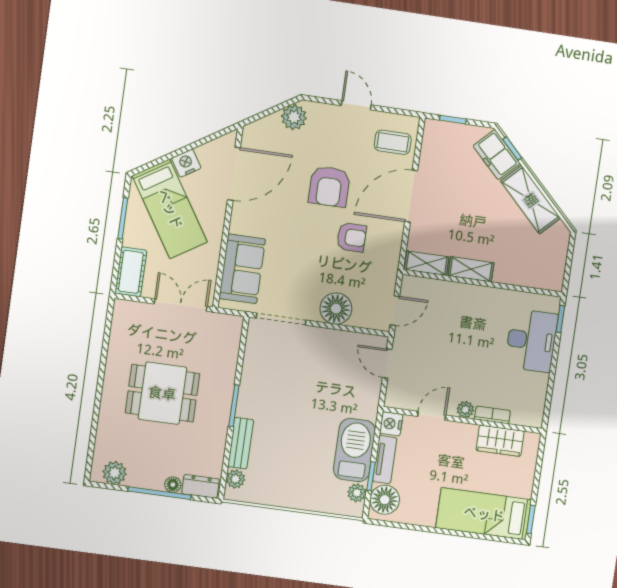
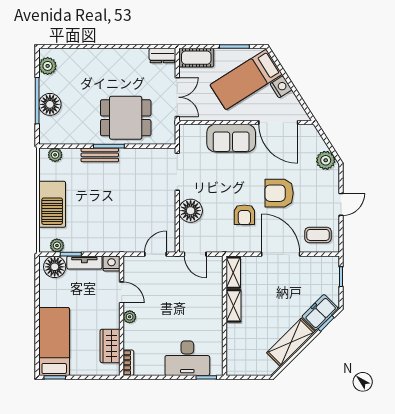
coffee table: (393, 142) -> (318, 235), turned 90
sofa: (242, 269) -> (231, 138), moved
dining table: (162, 393) -> (126, 118), moved, turned 90
bookcase: (492, 415) -> (128, 363), moved
bench: (241, 443) -> (100, 155), moved
barbecue: (354, 450) -> (52, 204), moved, turned 90
floor lamp: (173, 485) -> (50, 104), width x1.89, depth x1.89
dresser: (201, 486) -> (162, 56), moved, turned 90

